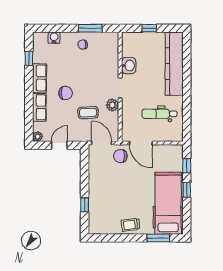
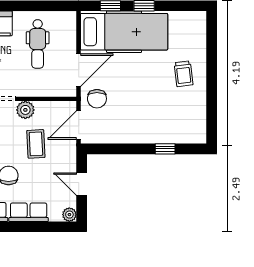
hospital bed: (168, 203) -> (124, 32), moved, turned 180
trolley: (130, 225) -> (184, 74), moved
window: (158, 238) -> (212, 45), removed

